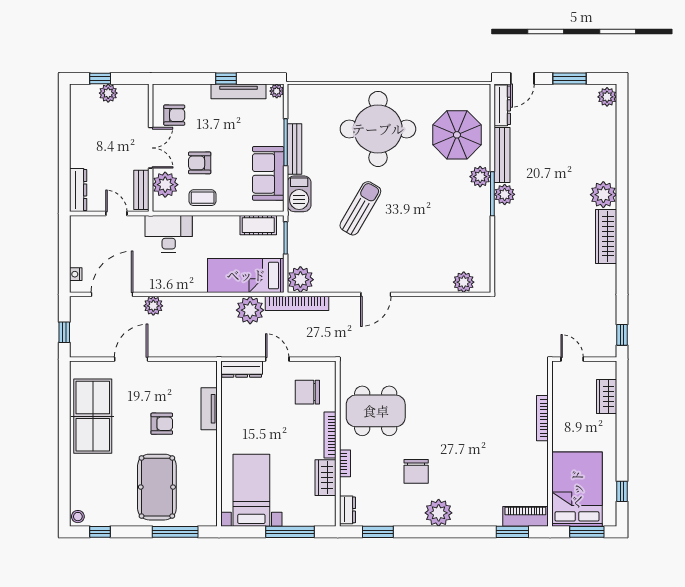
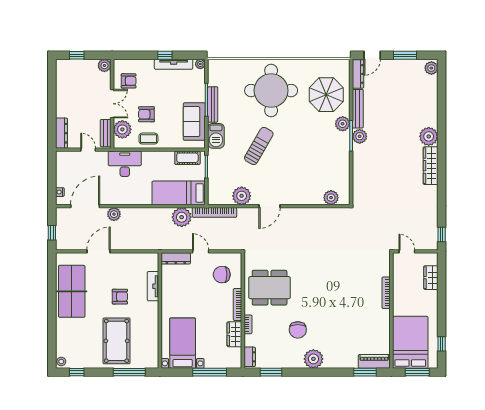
plant: (108, 93) -> (104, 65), moved
plant: (300, 280) -> (242, 196), moved

